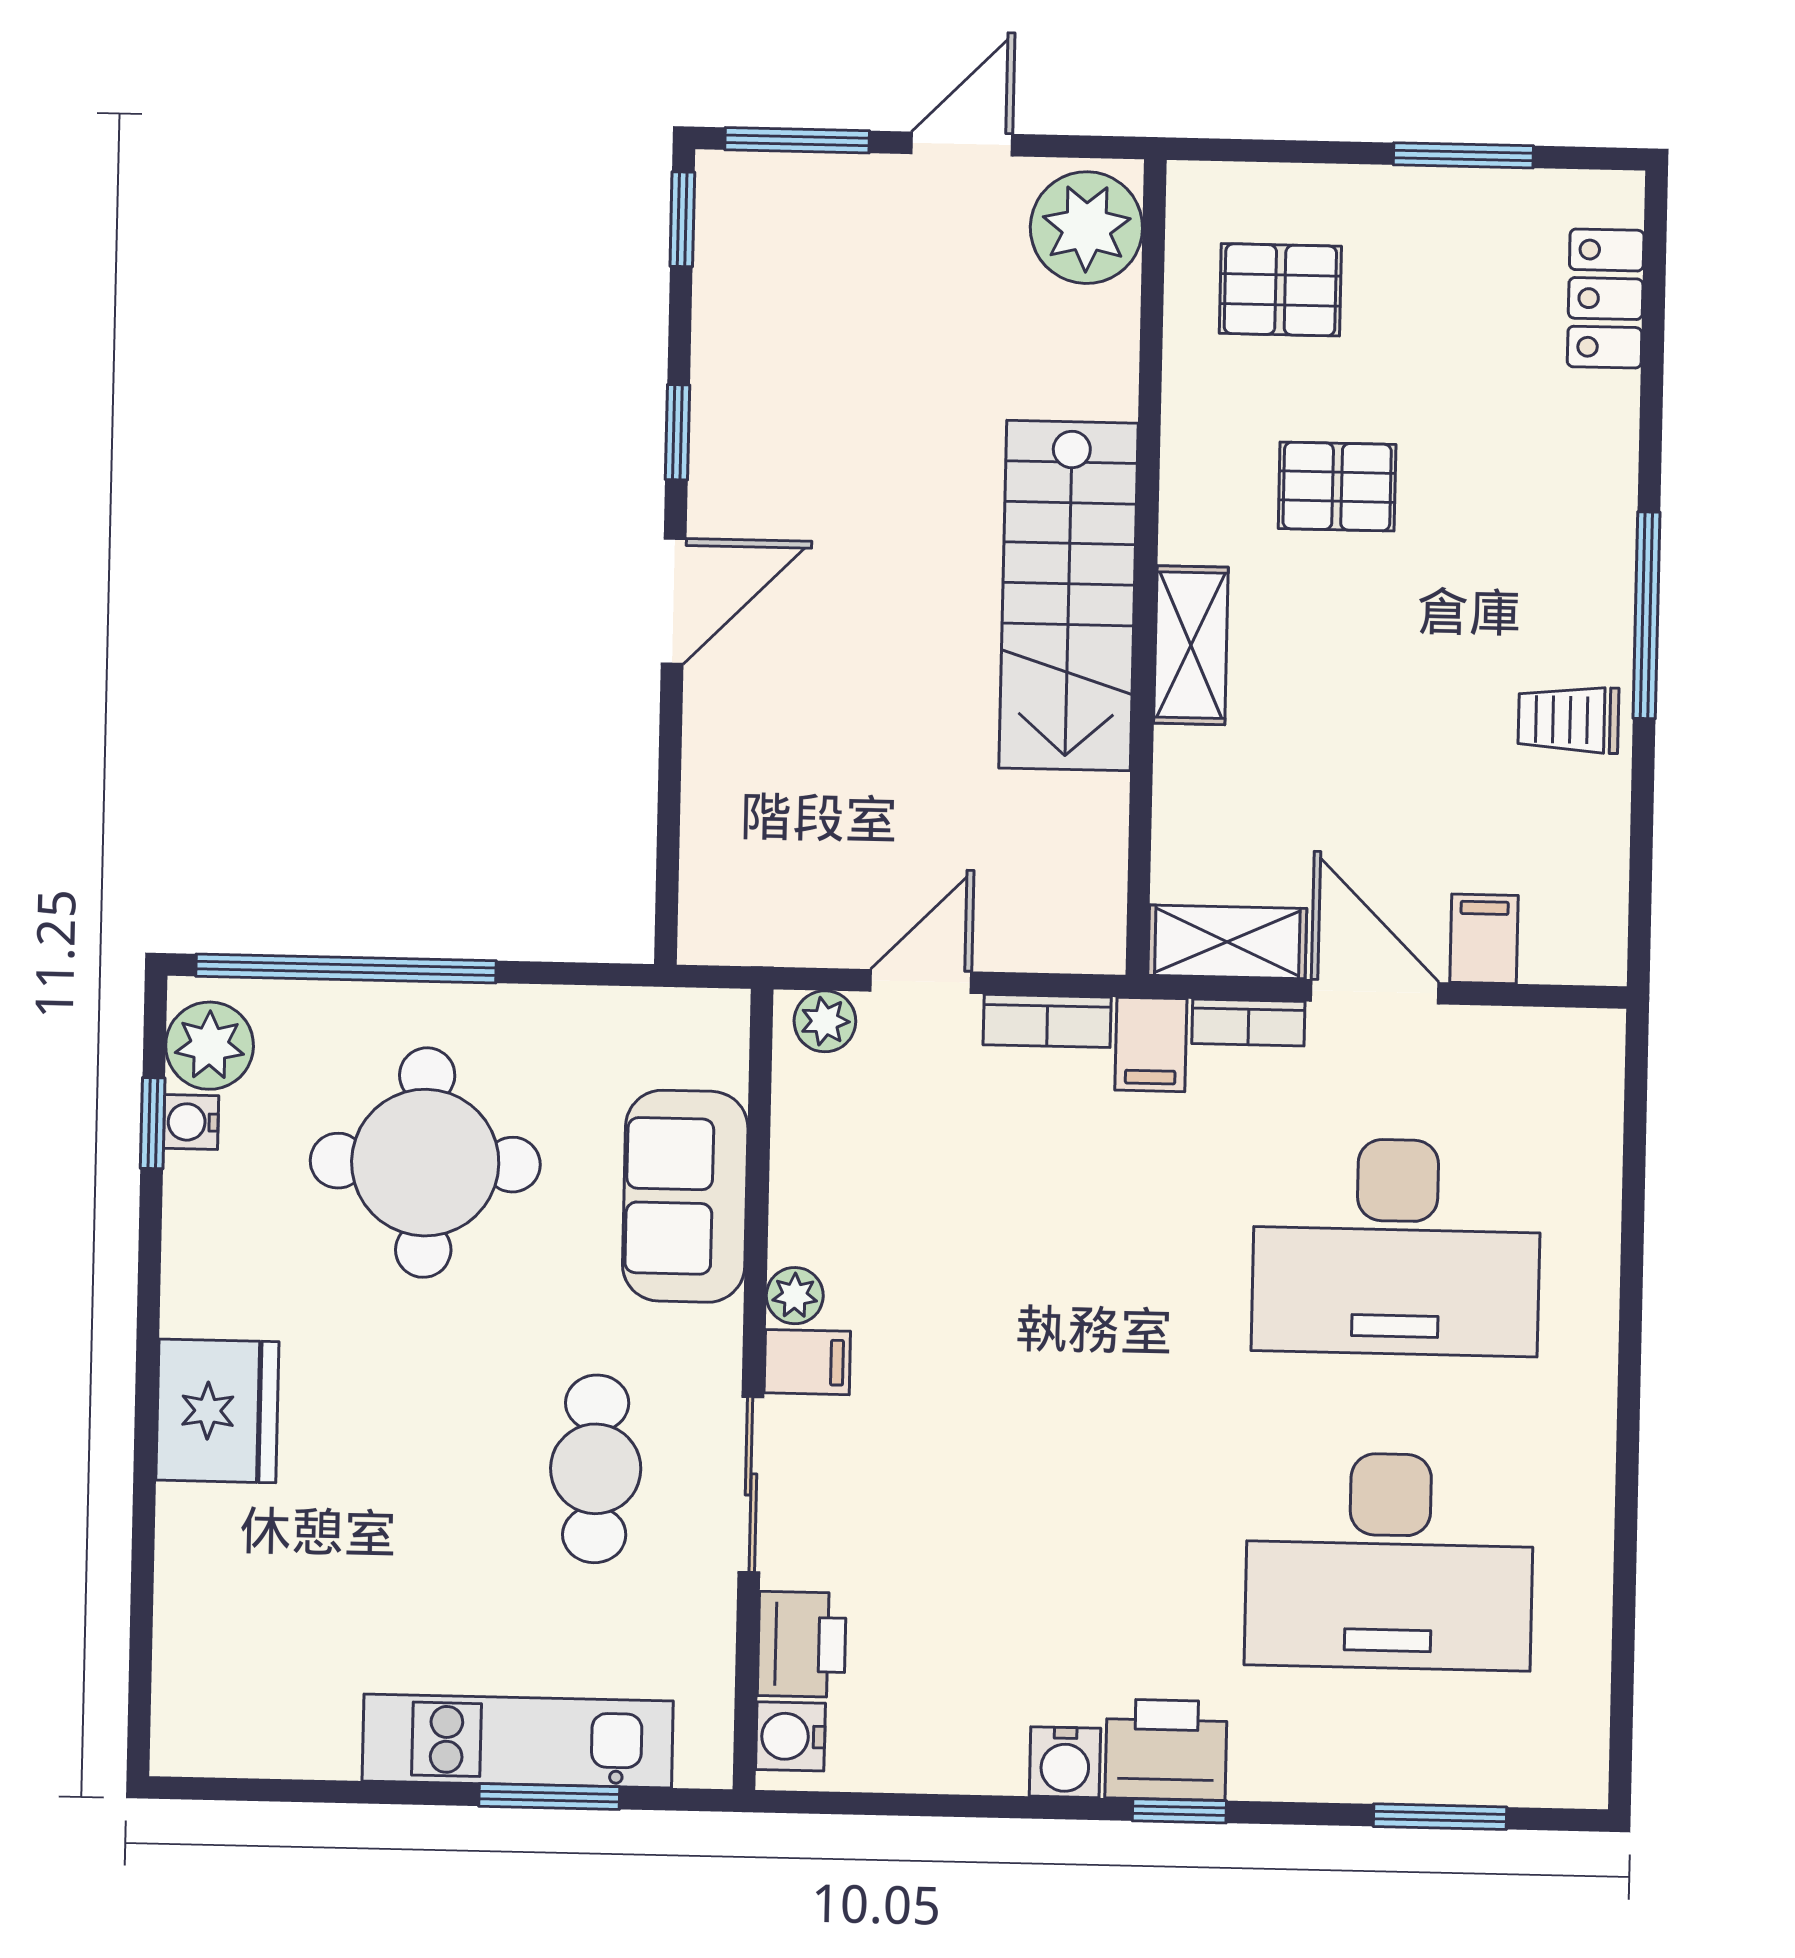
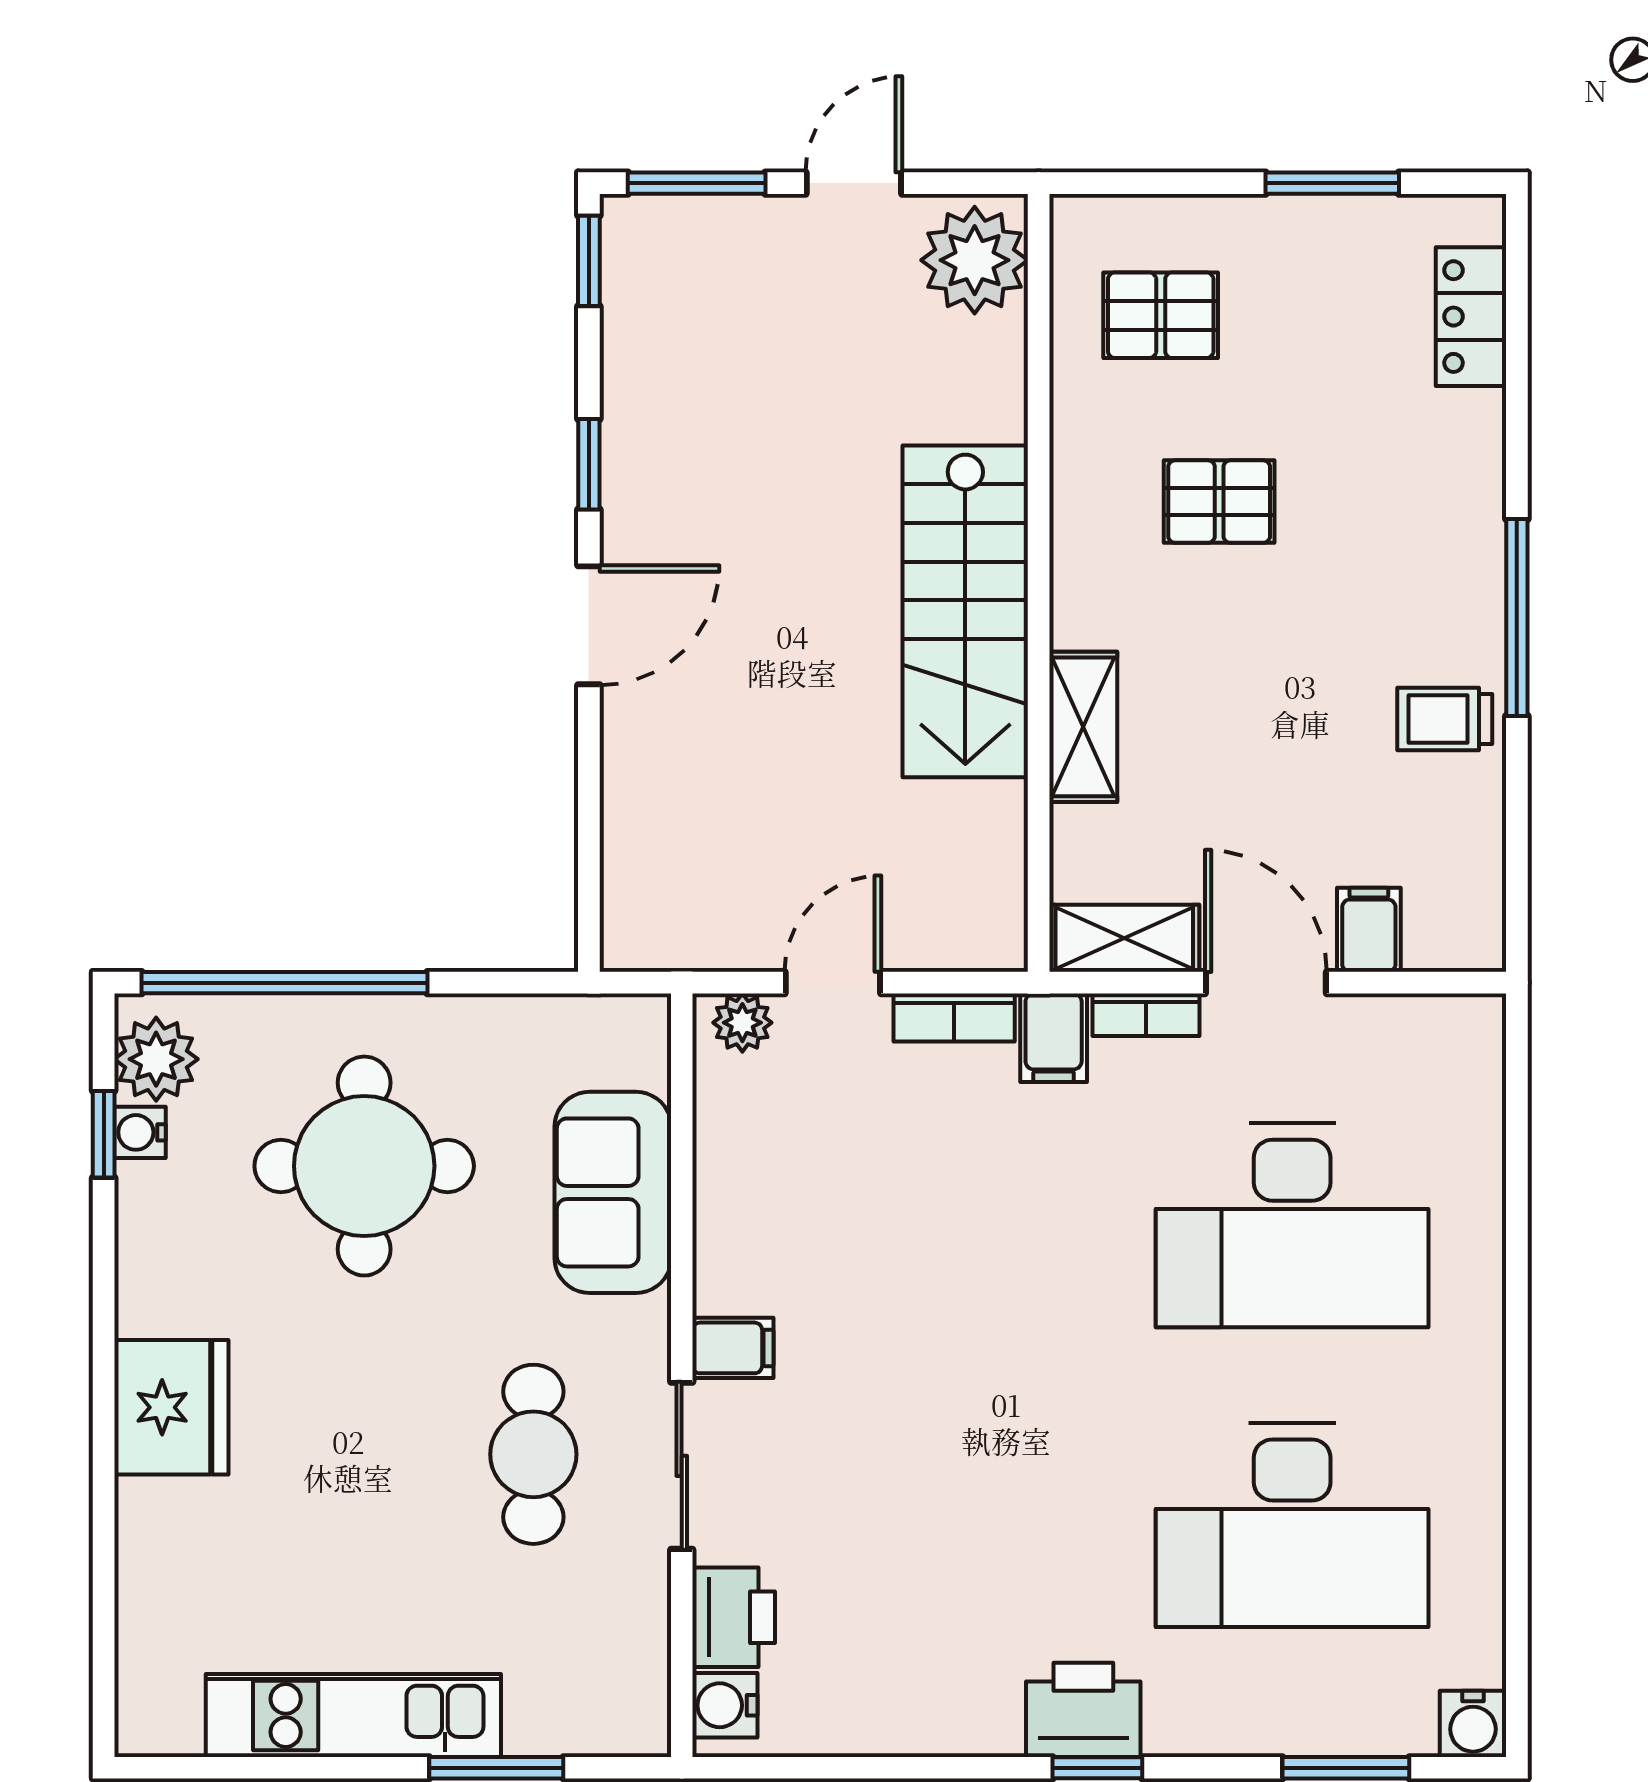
shelving: (1191, 645) -> (1083, 727), moved
plant: (795, 1296) -> (719, 1285), removed
kitchen unit: (518, 1741) -> (353, 1716), moved
water cooler: (1065, 1762) -> (1473, 1724), moved

